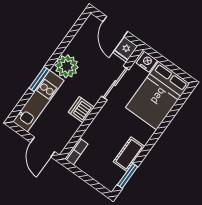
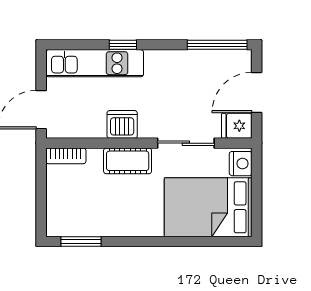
window: (75, 29) -> (217, 45), added
plant: (67, 66) -> (163, 68), removed
window: (39, 79) -> (123, 45), width x0.67
cot: (129, 154) -> (128, 161), moved

